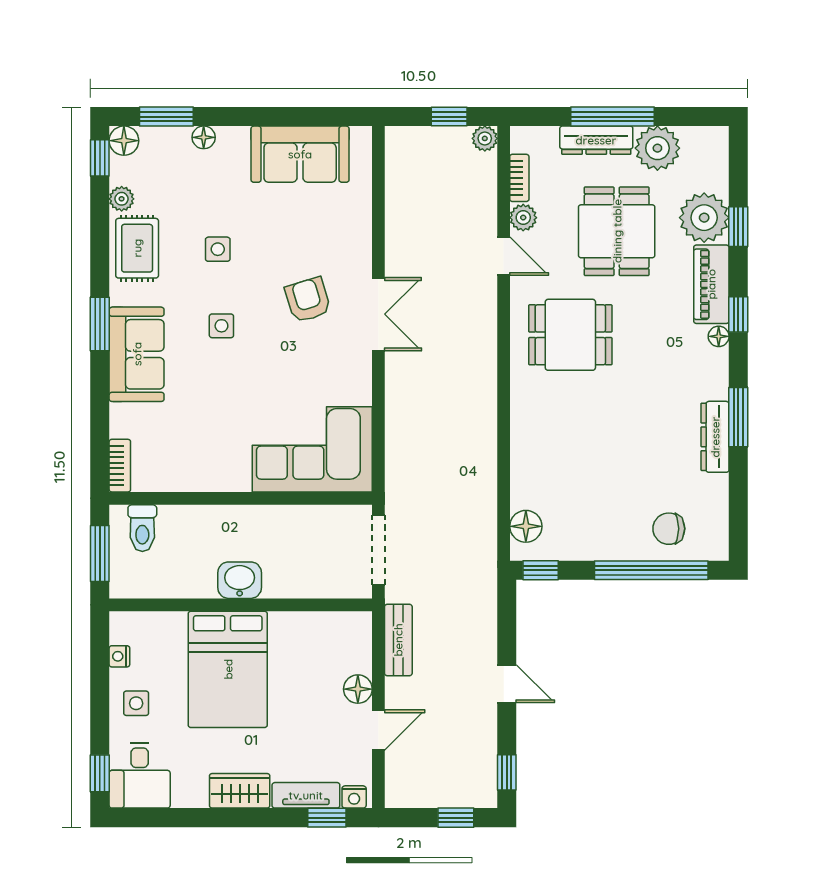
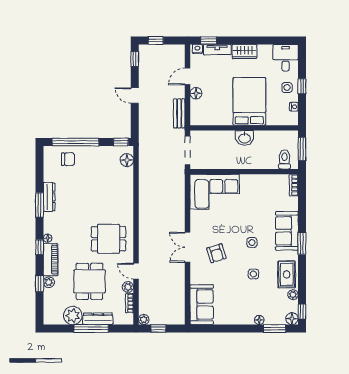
sofa: (300, 154) -> (202, 305), moved, turned 90
plant: (704, 218) -> (49, 282), width x0.53, depth x0.53
window: (100, 773) -> (302, 86), moved

